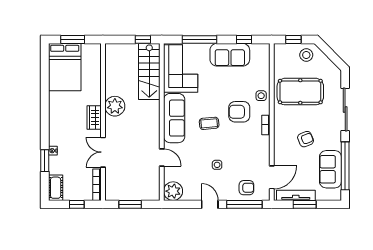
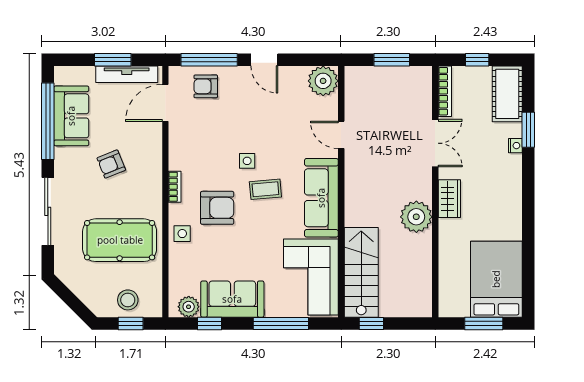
plant: (257, 50) -> (189, 307), added
stool: (306, 55) -> (128, 300), moved
side table: (217, 165) -> (247, 161), moved
cot: (56, 188) -> (507, 94), width x1.37, depth x1.34

